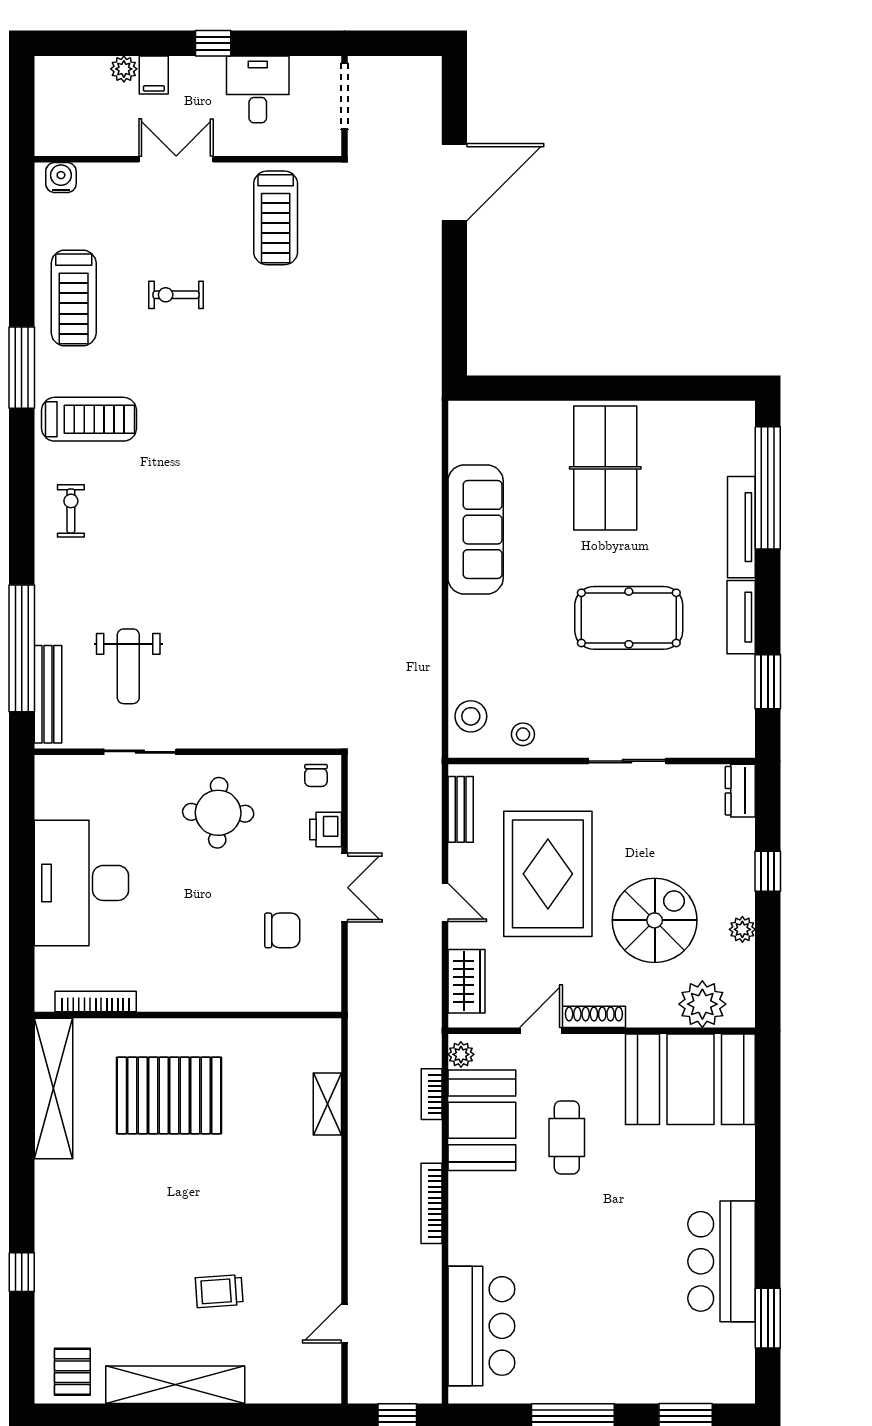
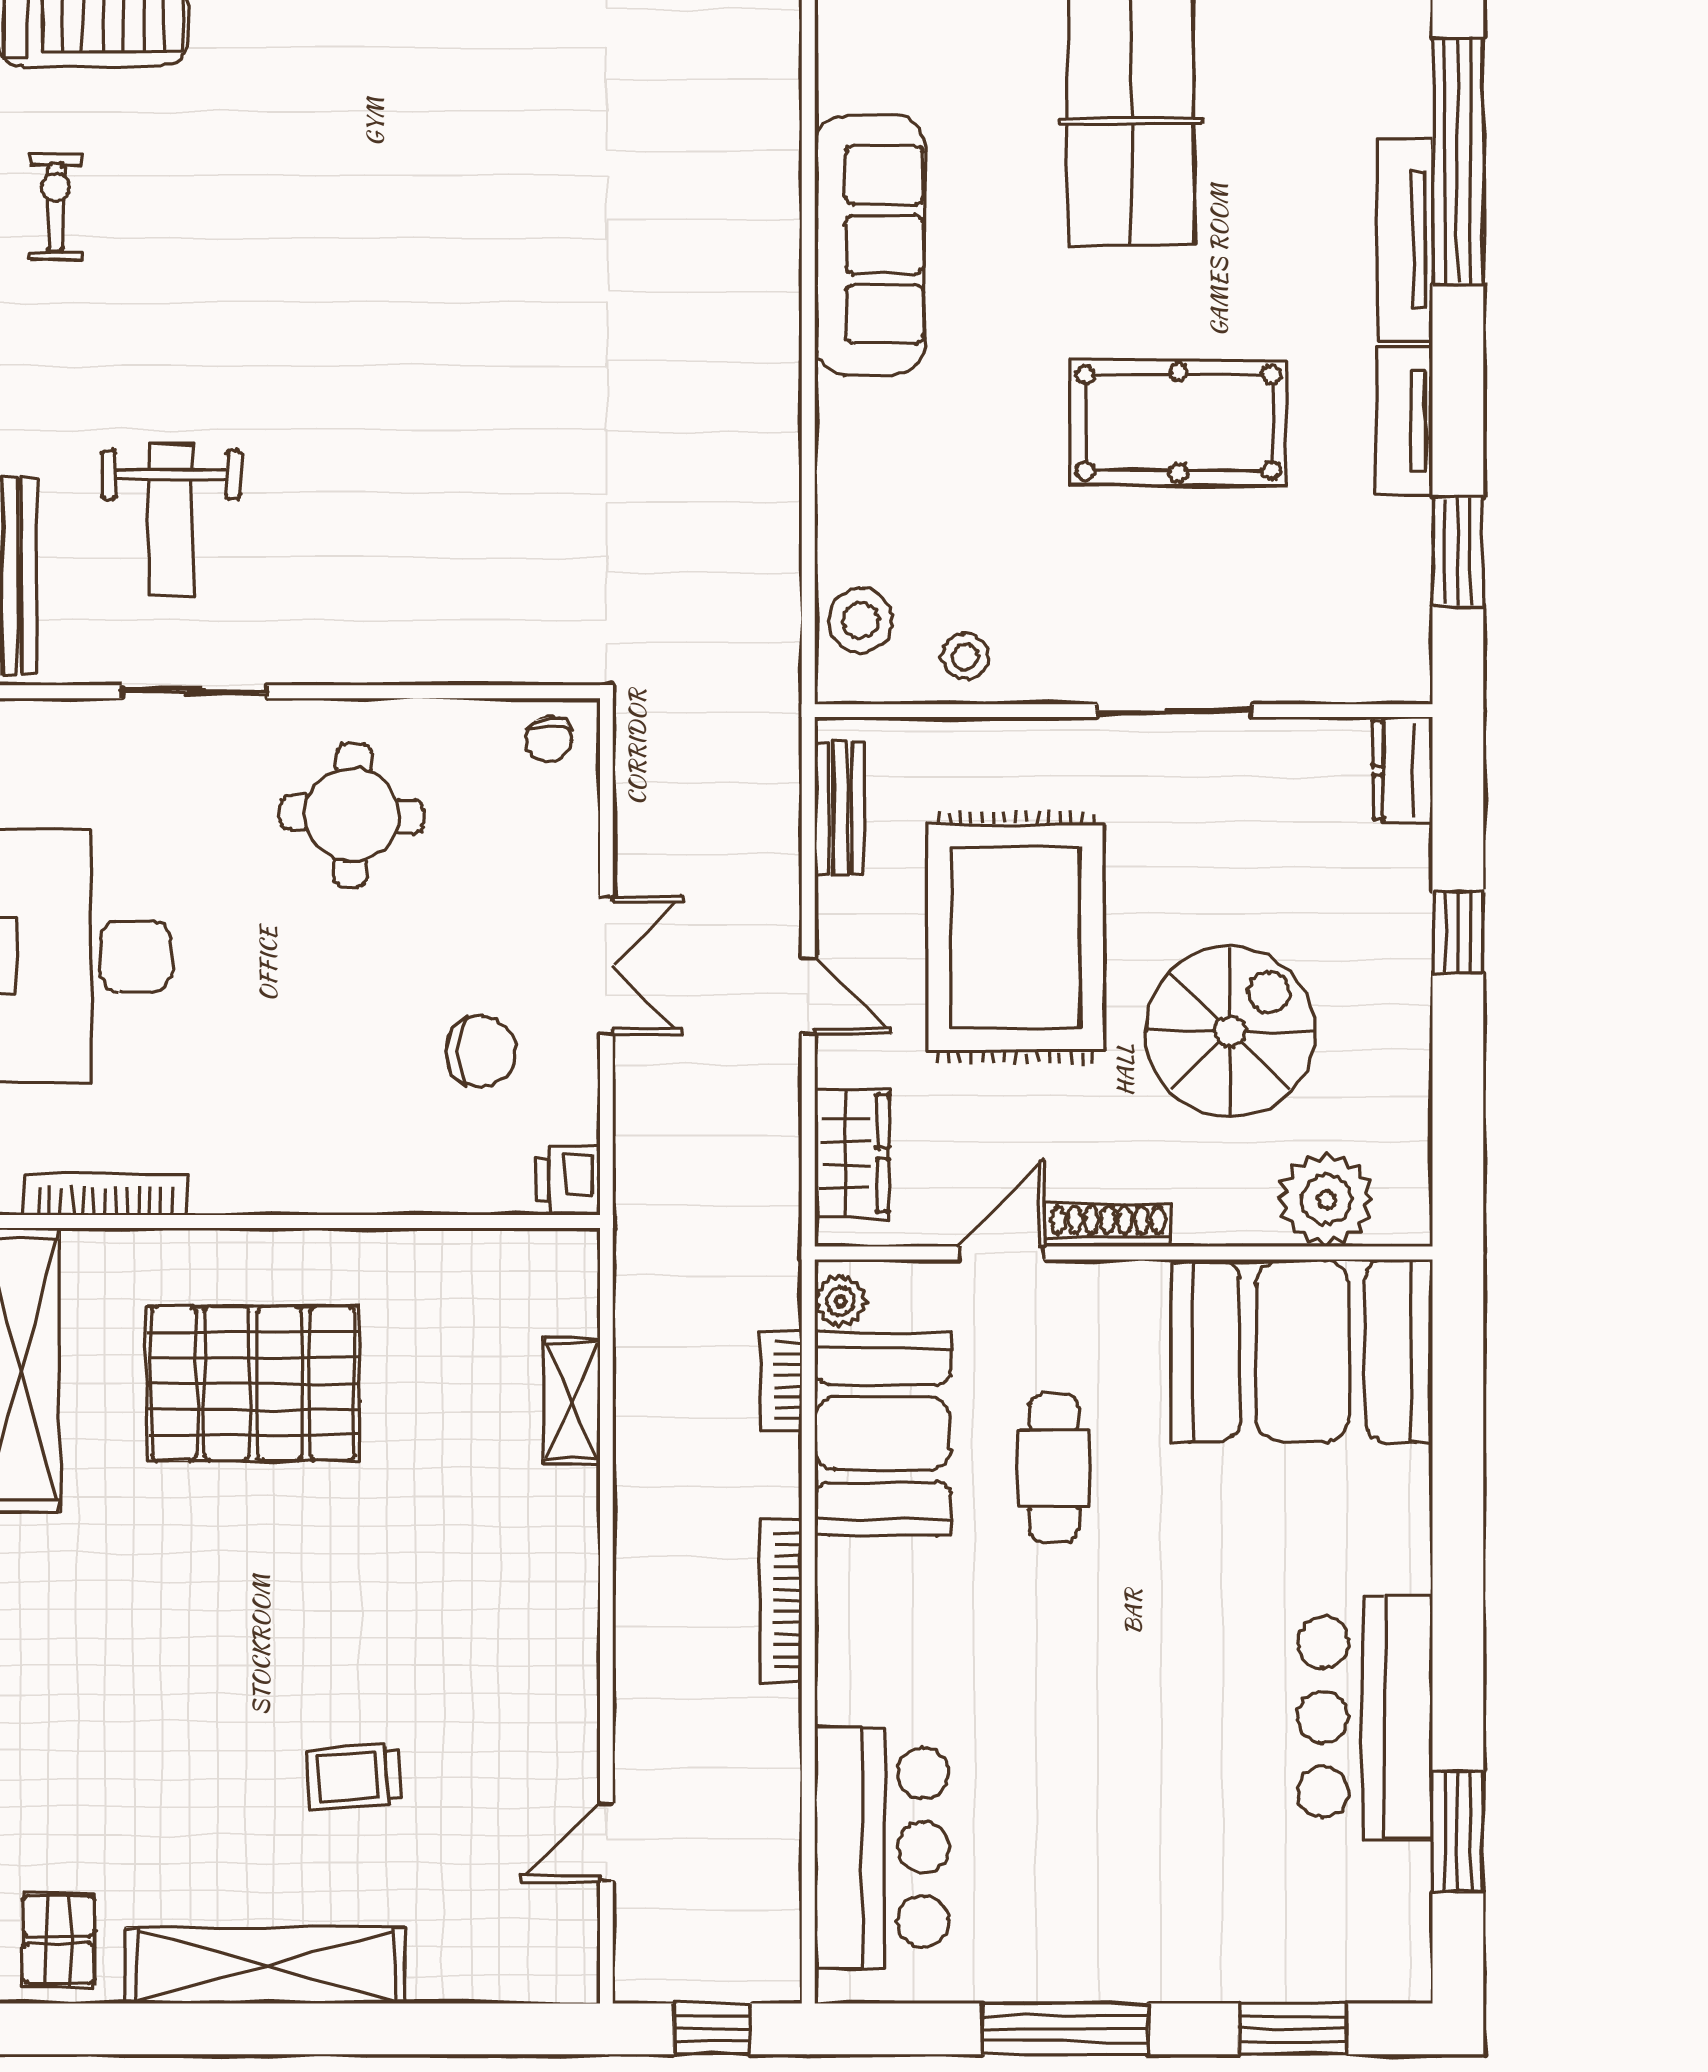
printer: (326, 830) -> (568, 1180), moved
plant: (742, 929) -> (1407, 1049), removed

